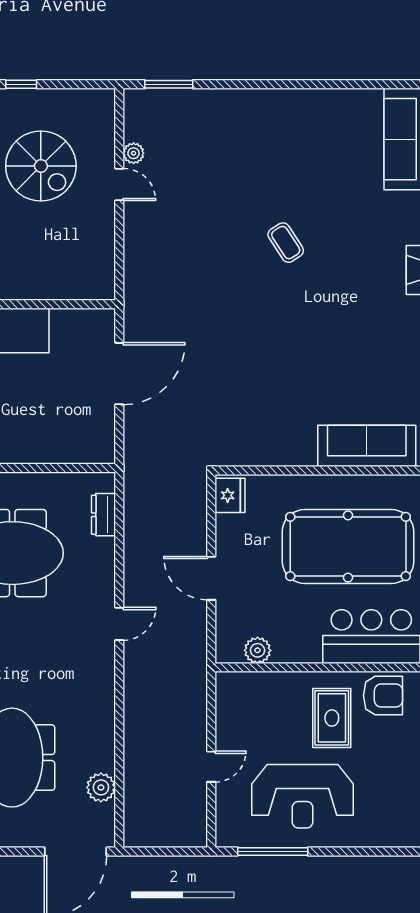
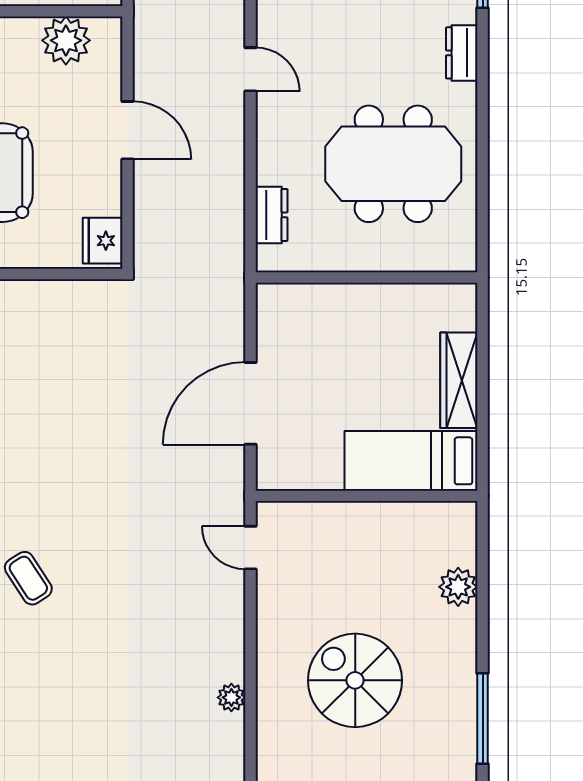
door: (119, 185) -> (250, 548), moved
door: (119, 624) -> (250, 69), swing flipped
plant: (258, 650) -> (66, 40), width x1.36, depth x1.36

